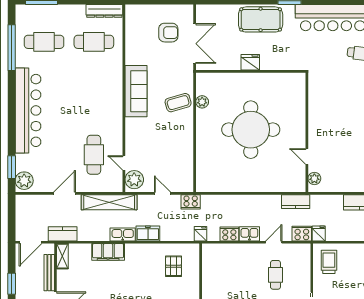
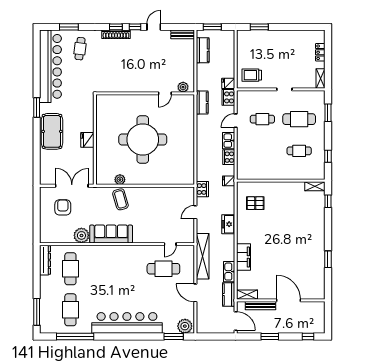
plant: (134, 180) -> (81, 235), moved
kitchen sink: (123, 234) -> (229, 272), moved
door: (274, 242) -> (236, 121), hinge flipped

